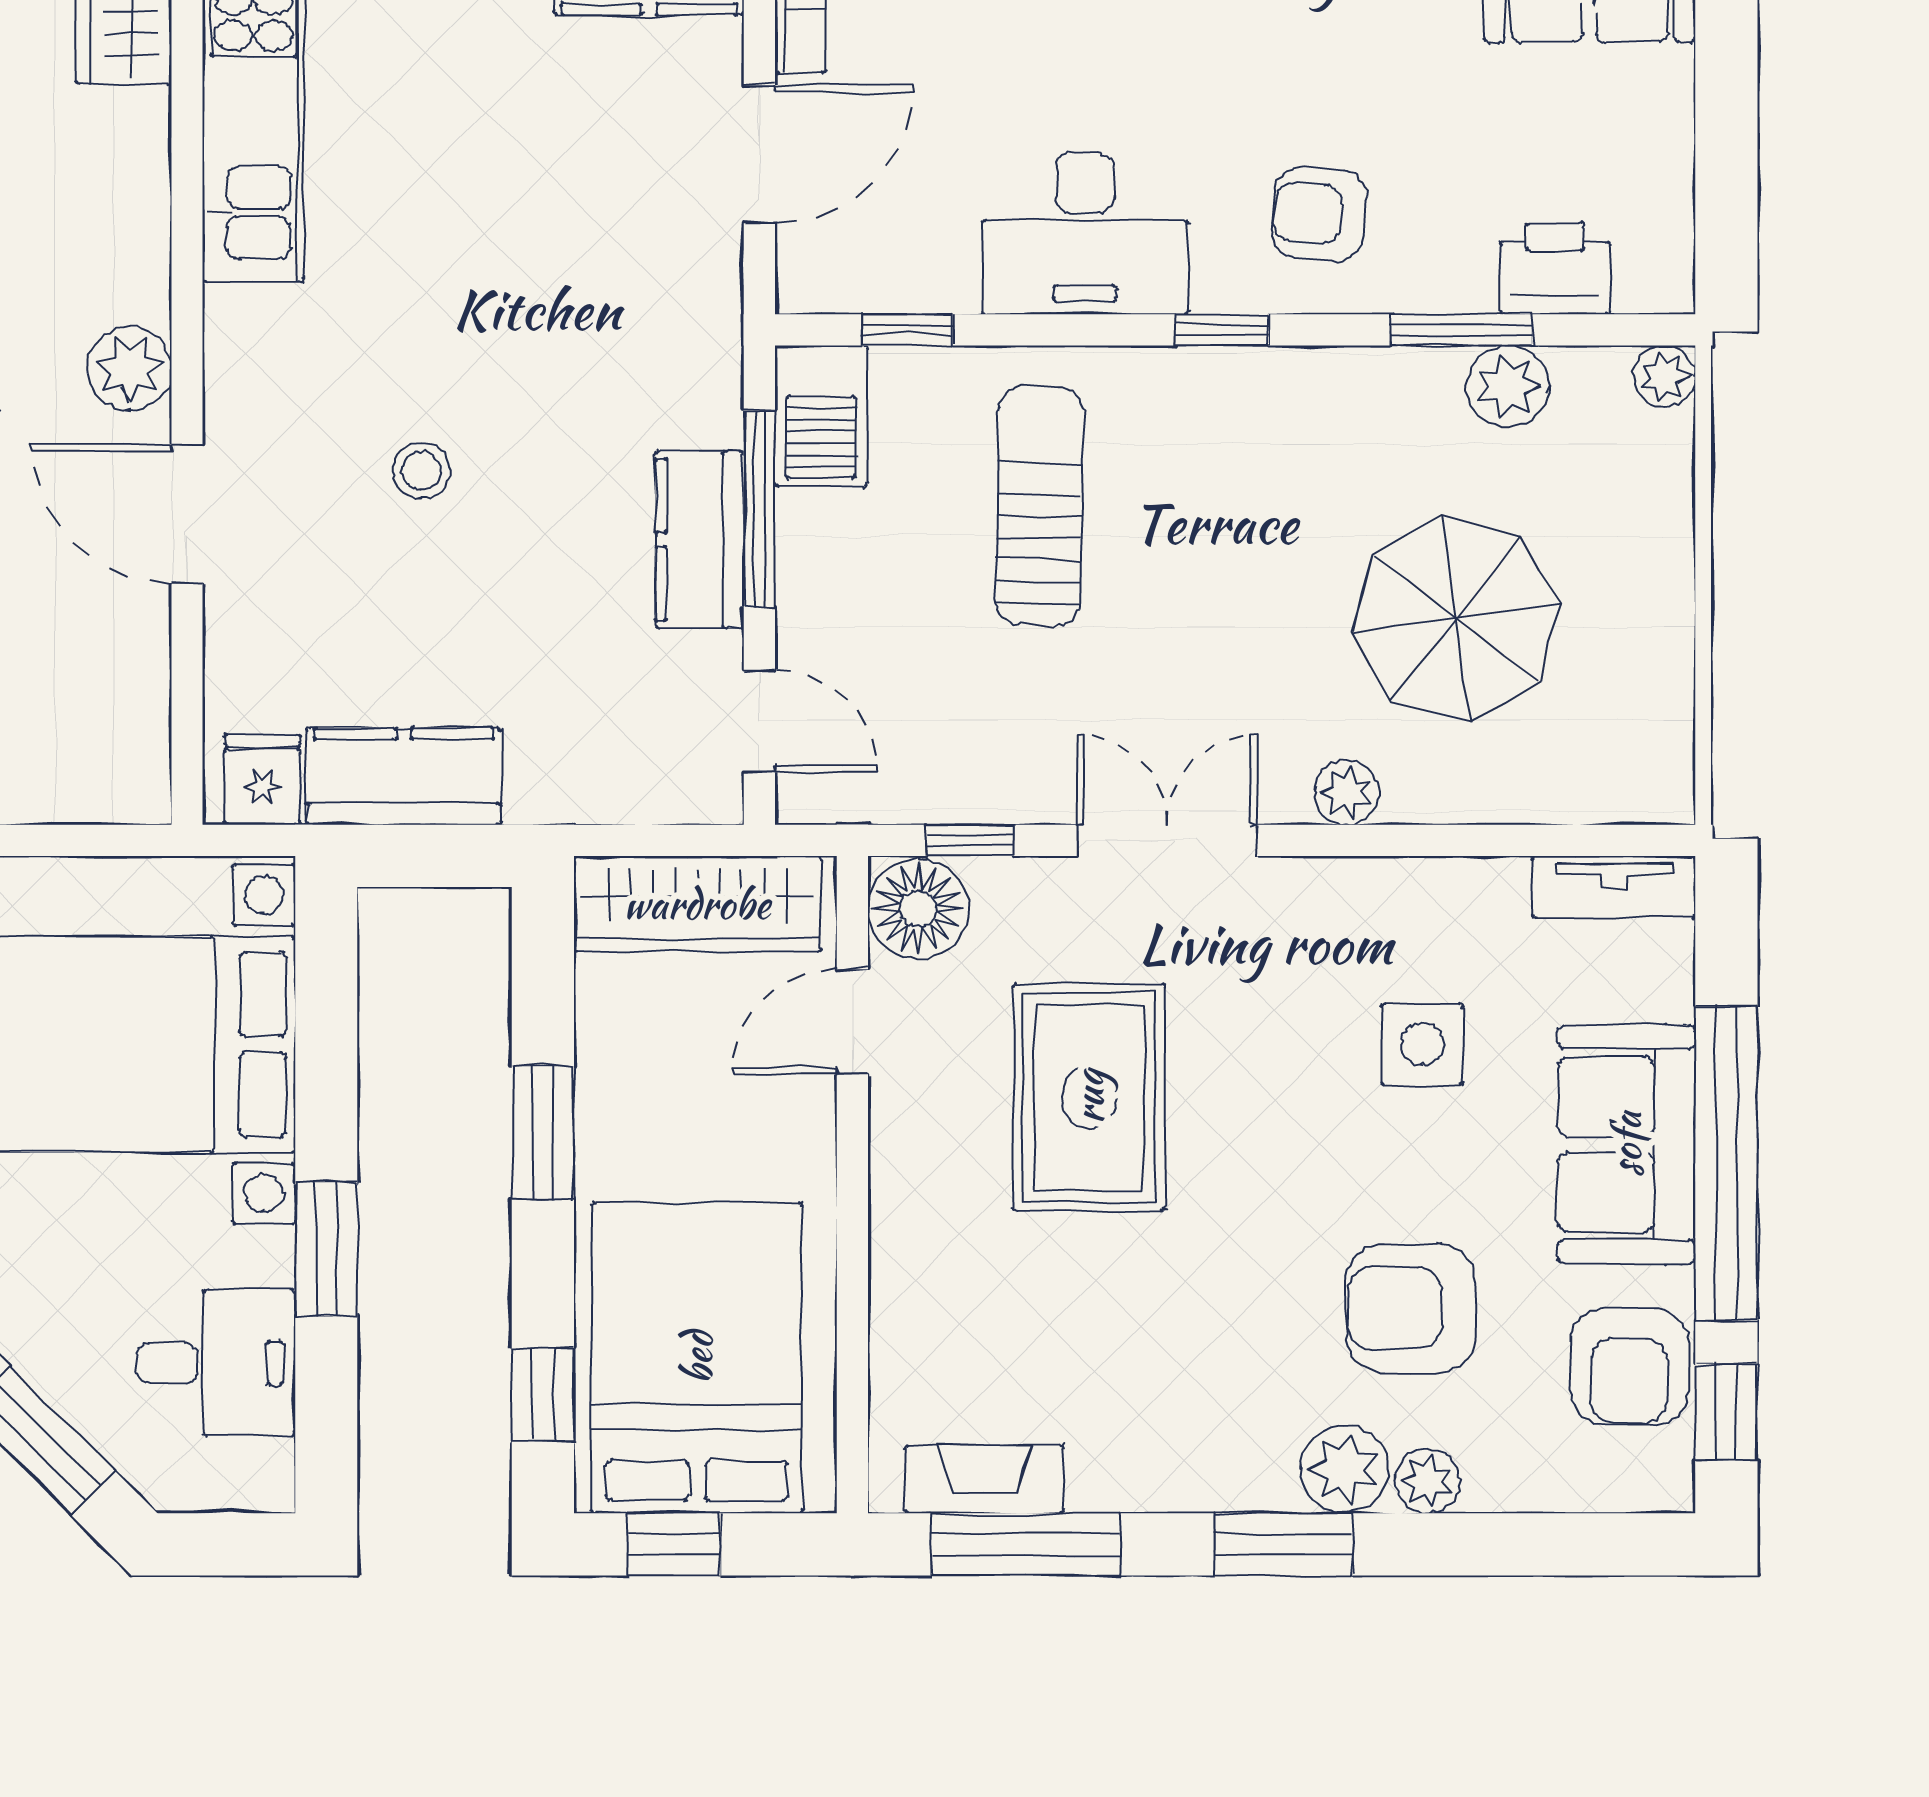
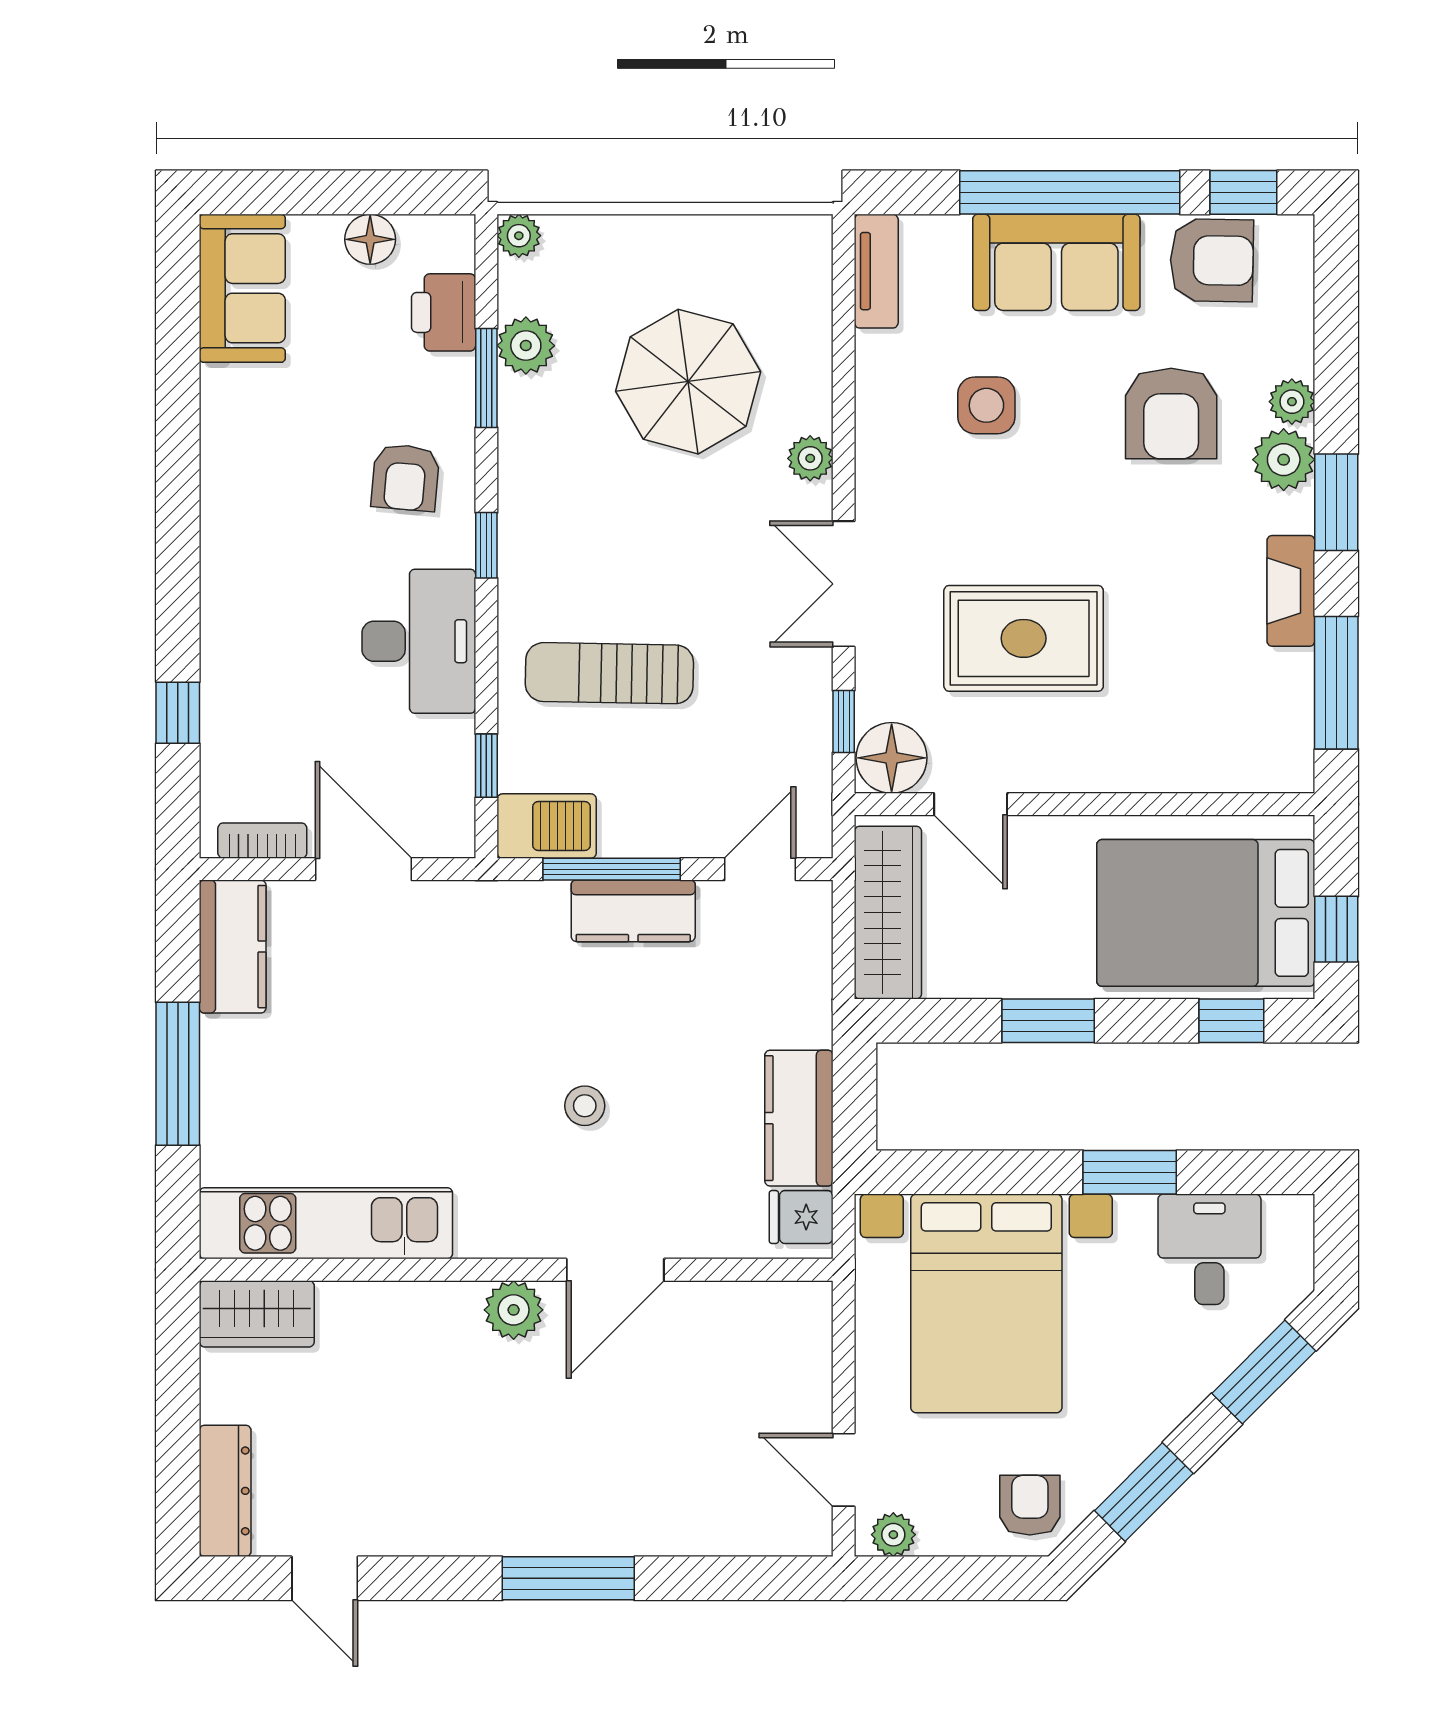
floor lamp: (1659, 164) -> (370, 239), added
fireplace: (984, 1479) -> (1291, 591), moved

